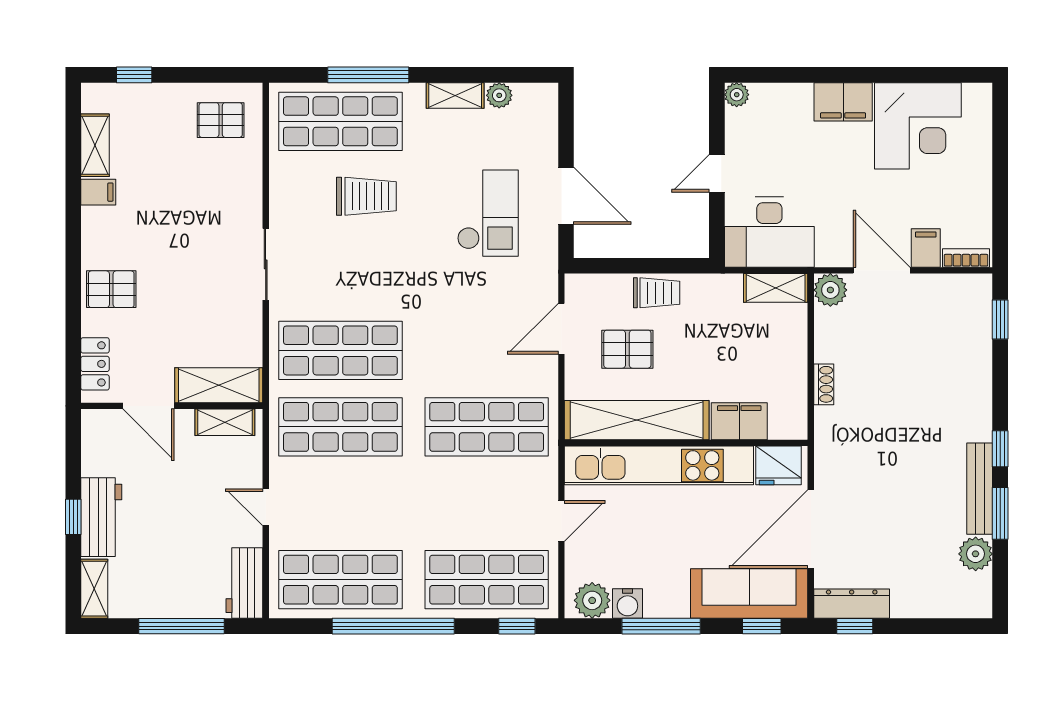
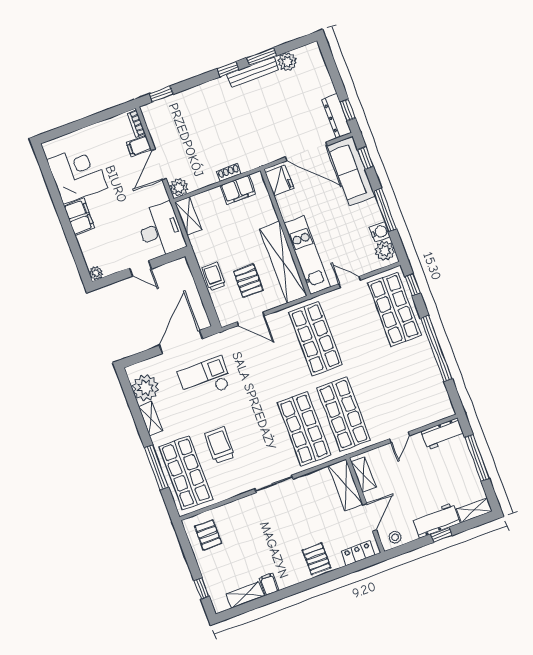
plant: (499, 95) -> (146, 388), width x1.88, depth x1.88
door: (566, 196) -> (181, 342), width x1.36
filing cabinet: (739, 421) -> (238, 190), moved, turned -90
stool: (98, 436) -> (395, 537), added
kitchen unit: (659, 465) -> (307, 255), width x0.73
shop shelf: (340, 580) -> (422, 385), removed

